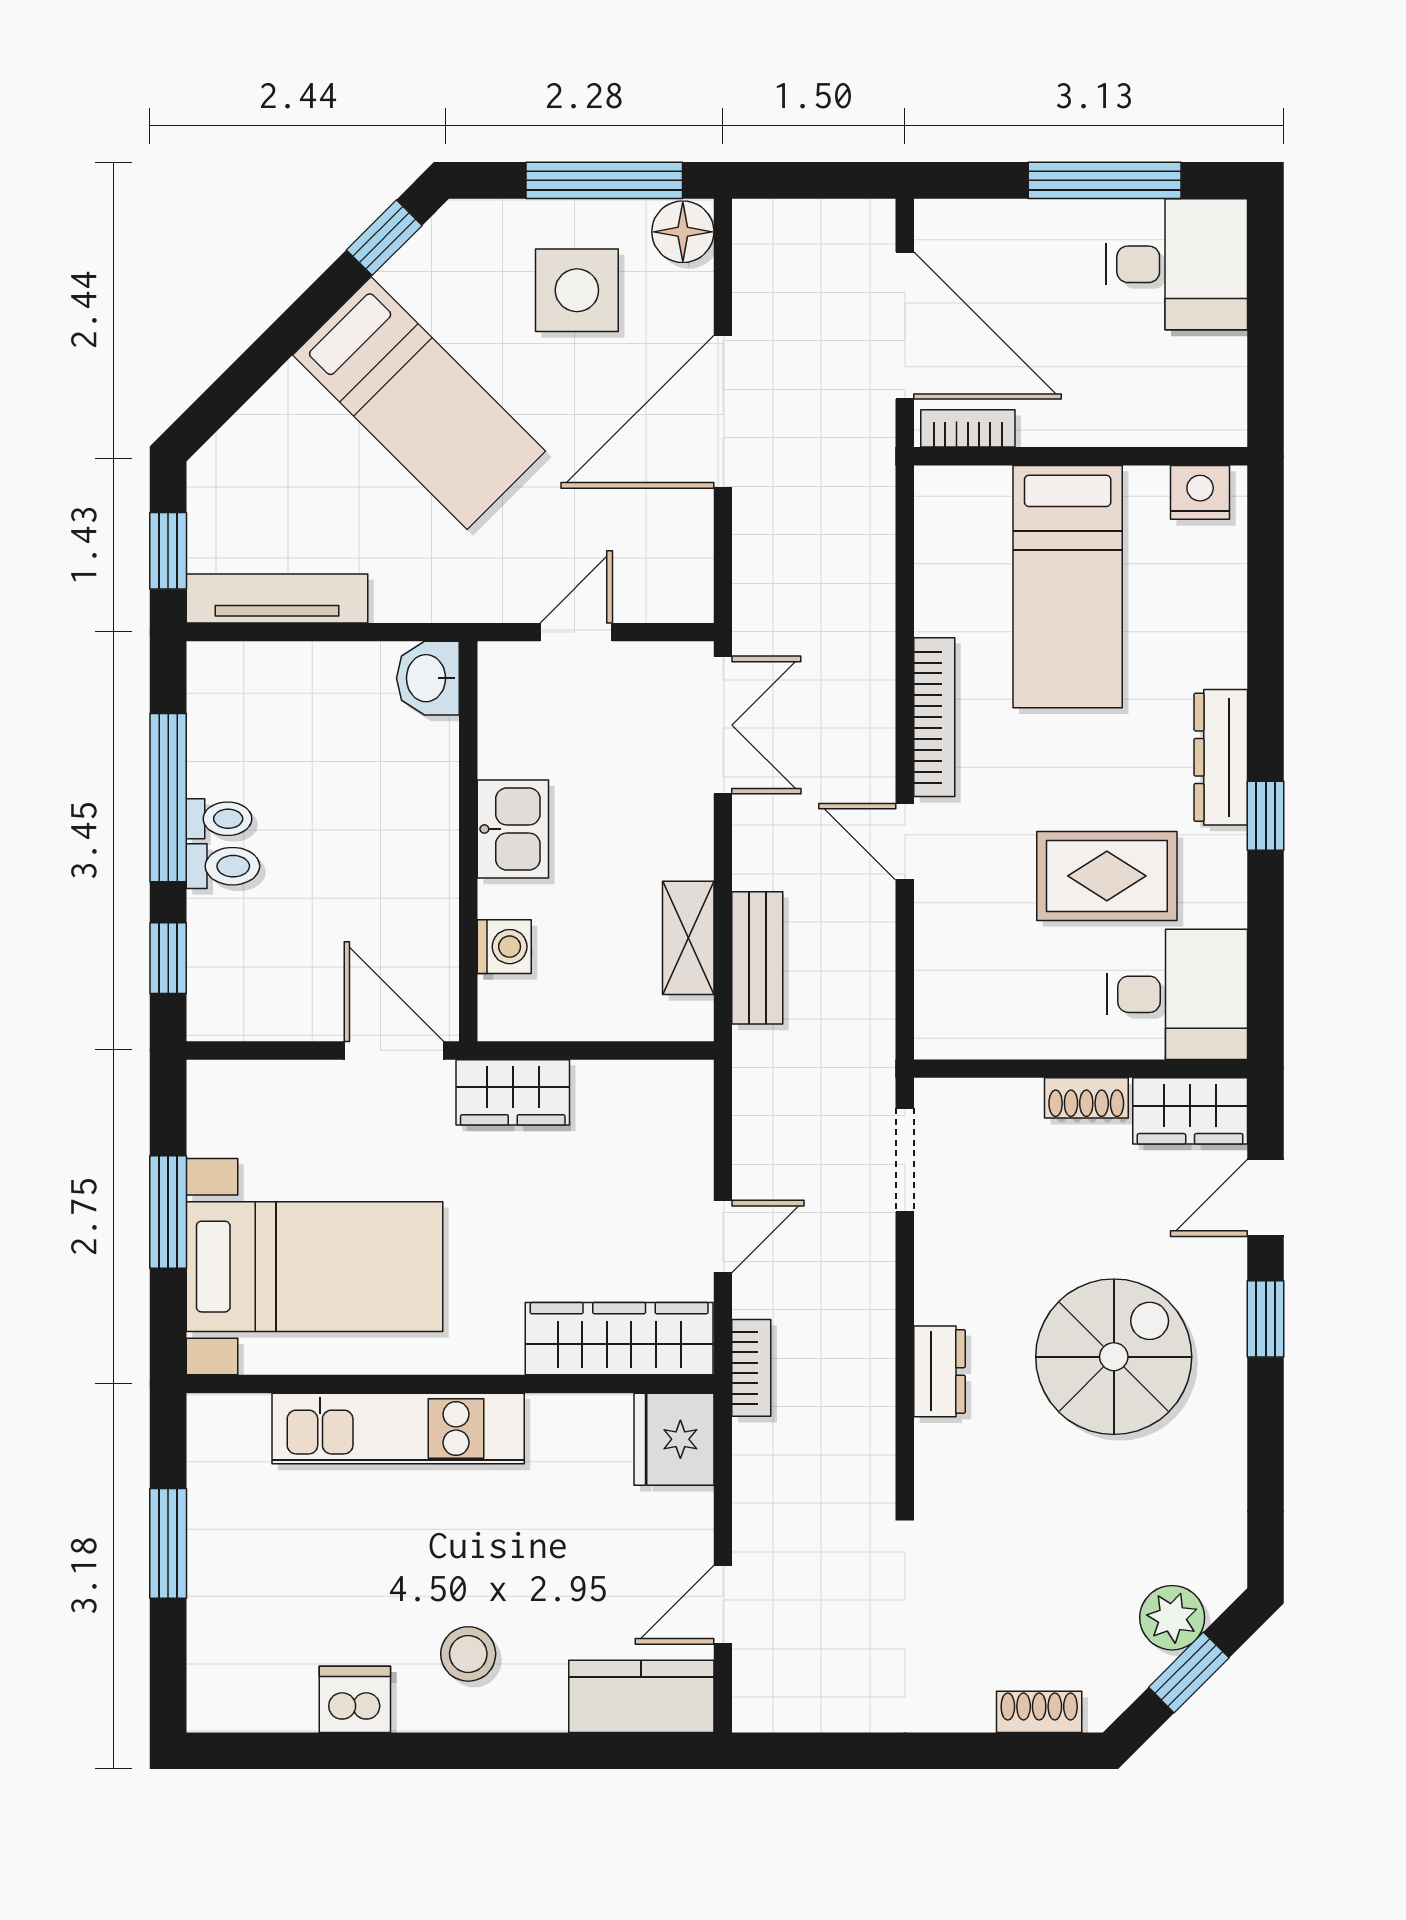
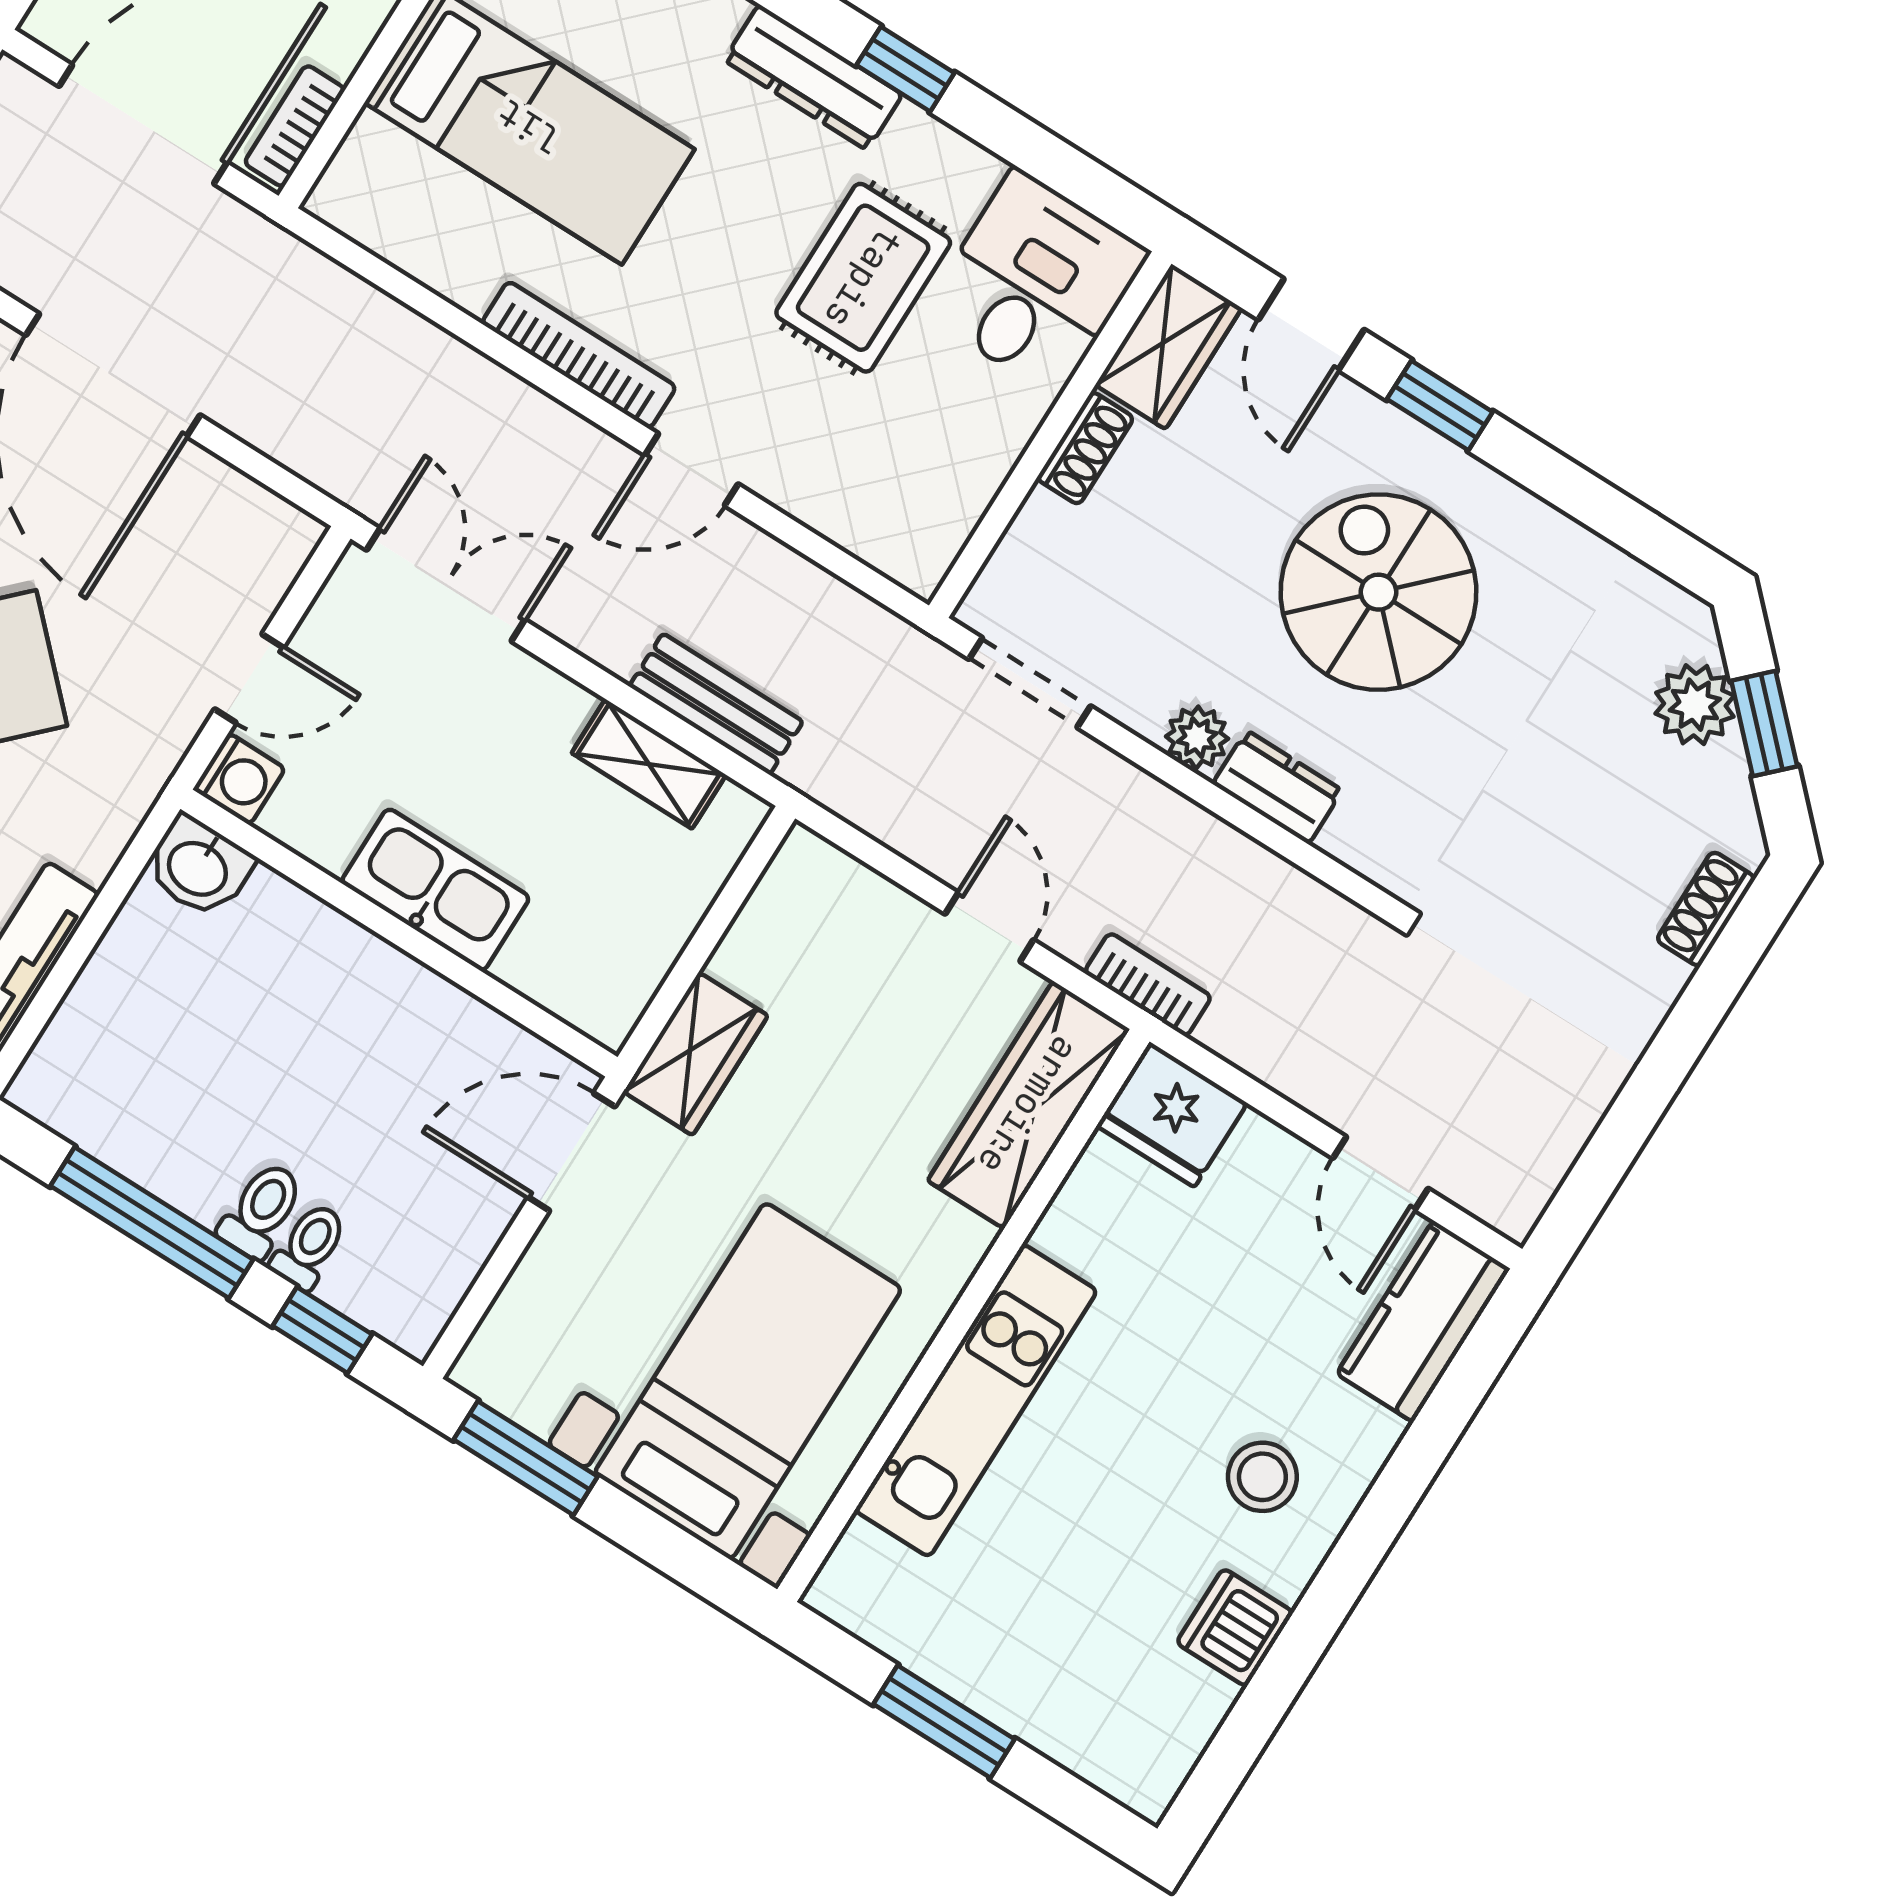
door: (576, 632) -> (249, 678), swing flipped
toilet: (219, 819) -> (309, 1246), moved
kitchen sink: (513, 829) -> (435, 890), width x1.38
washing machine: (504, 947) -> (239, 779), moved, turned 90
window: (168, 1212) -> (526, 1458), moved
plant: (939, 1296) -> (1197, 738), added

